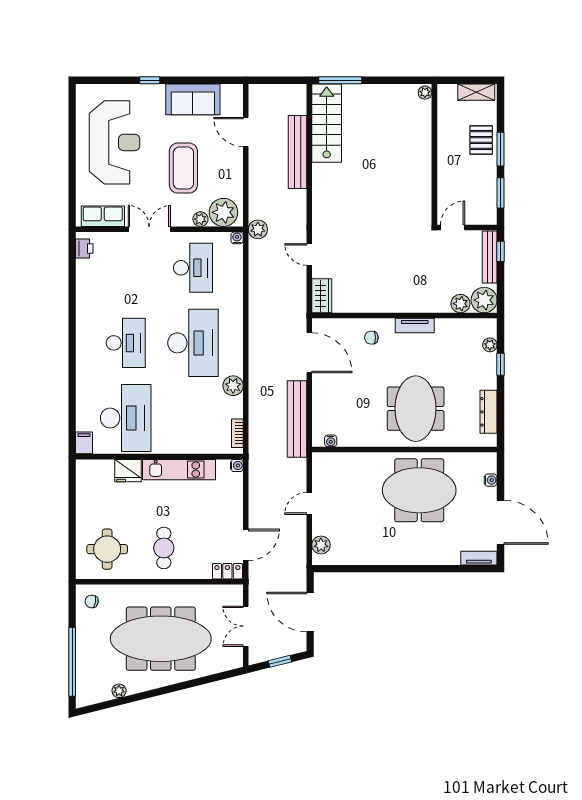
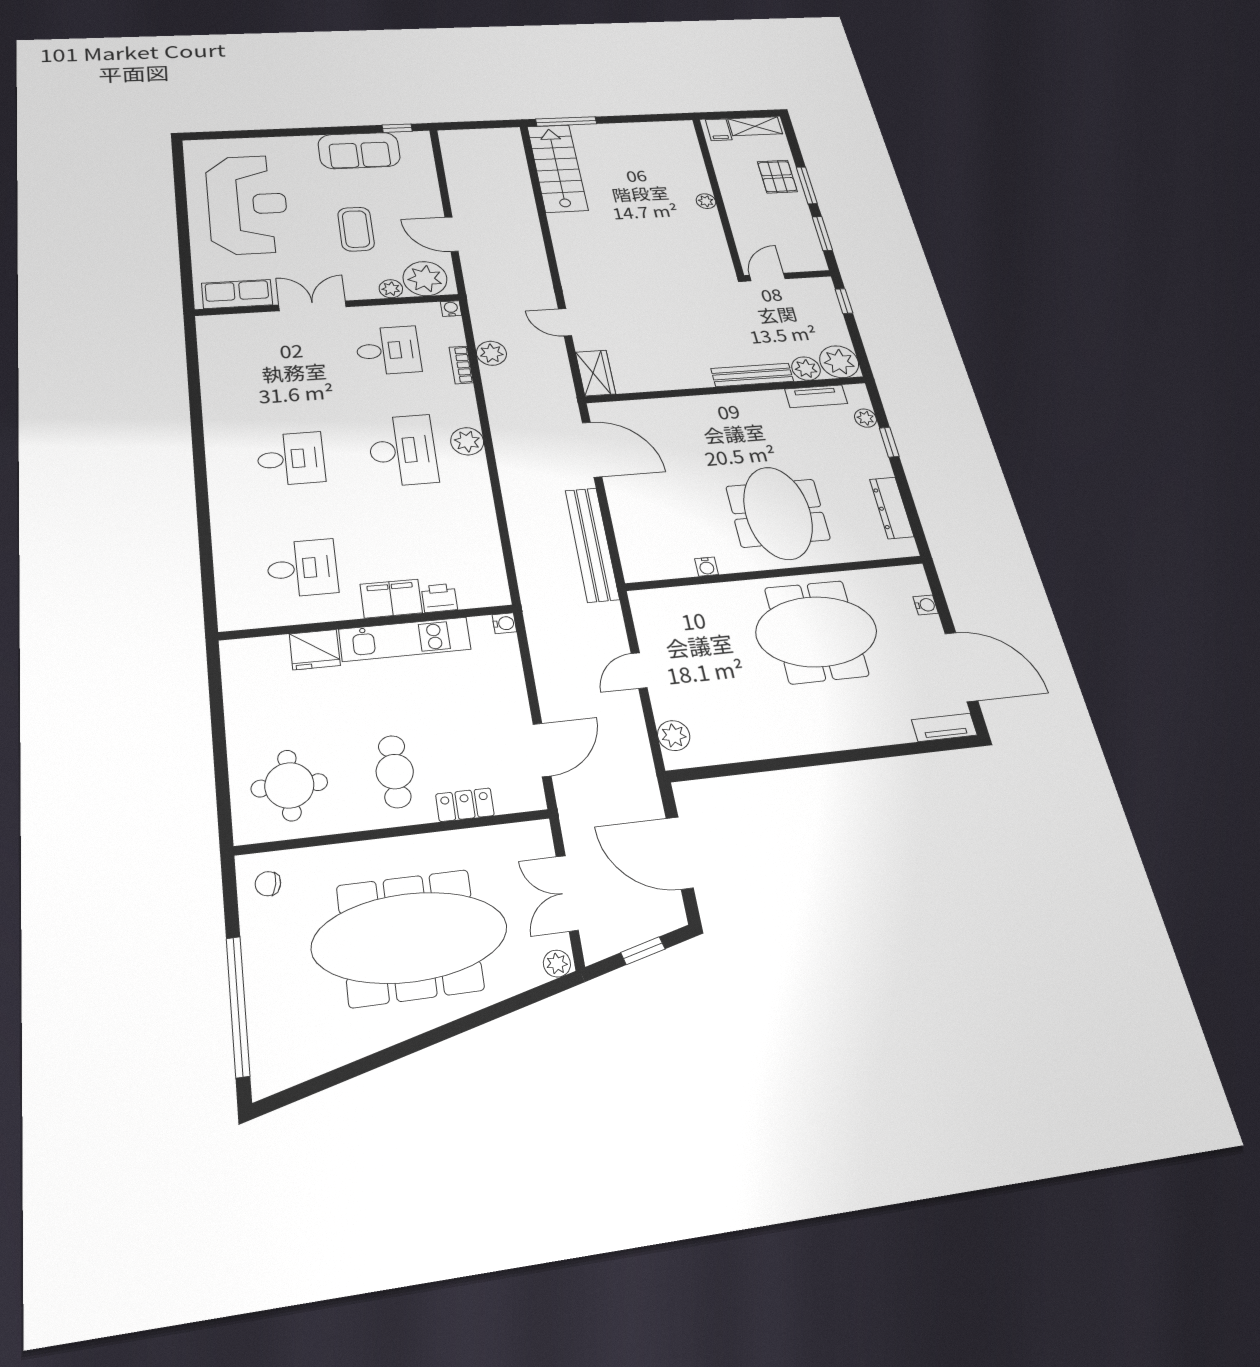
window: (150, 80) -> (397, 128), moved
plant: (425, 93) -> (706, 201), moved
filing cabinet: (449, 94) -> (719, 130), added
door: (246, 132) -> (451, 234), moved
bench: (297, 152) -> (522, 202), removed
coffee table: (183, 168) -> (356, 229), width x0.73, depth x0.76
plant: (258, 229) -> (491, 353), moved
printer: (84, 249) -> (439, 598), moved, turned -90
bench: (490, 257) -> (752, 375), moved, turned 90
desk: (193, 268) -> (388, 350), width x0.73
tv unit: (415, 326) -> (816, 396), moved
chair: (371, 338) -> (684, 422), removed
desk: (126, 343) -> (291, 459), width x0.73
desk: (193, 343) -> (403, 450), width x0.73, depth x0.77
plant: (233, 386) -> (467, 441), moved
desk: (126, 418) -> (302, 568), width x0.53, depth x0.77
bookcase: (237, 433) -> (461, 365), moved
water cooler: (331, 441) -> (707, 567), moved
filing cabinet: (84, 443) -> (391, 599), moved, width x2.00
locker: (227, 571) -> (465, 805), moved
plant: (119, 691) -> (557, 964), moved

